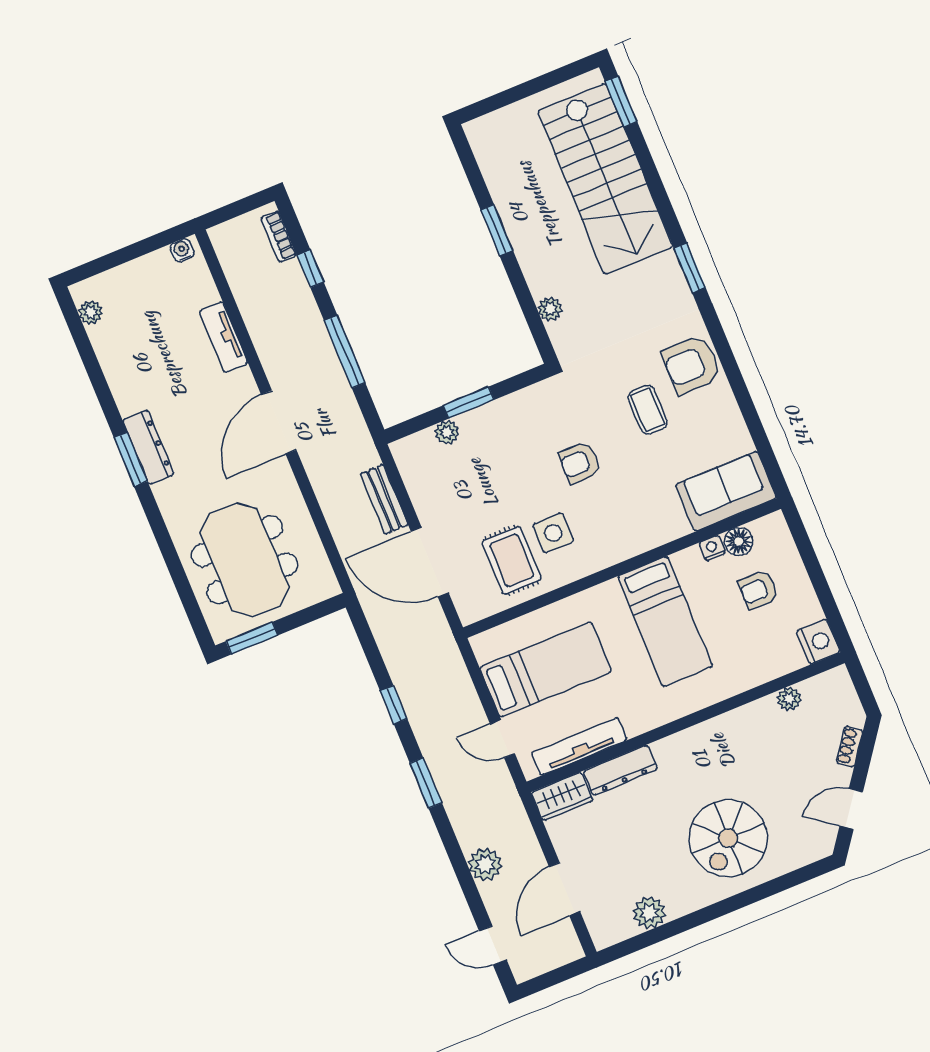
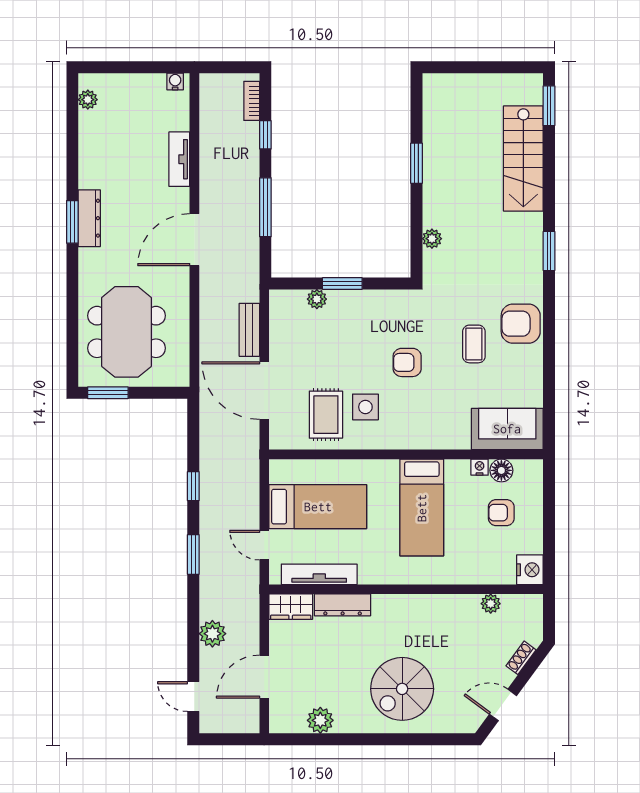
stairs: (605, 179) -> (523, 158), width x0.73, depth x0.66

